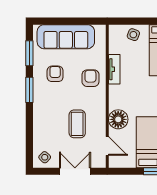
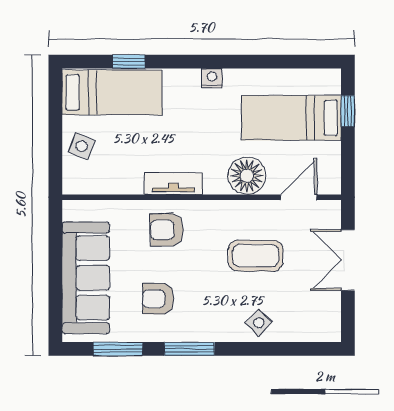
tv unit: (114, 69) -> (173, 183), moved
side table: (45, 157) -> (259, 323), moved

